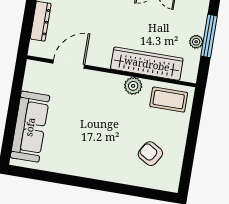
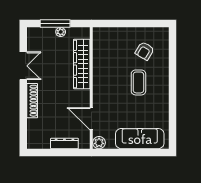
plant: (133, 86) -> (99, 143), moved
coffee table: (169, 100) -> (138, 82), moved

